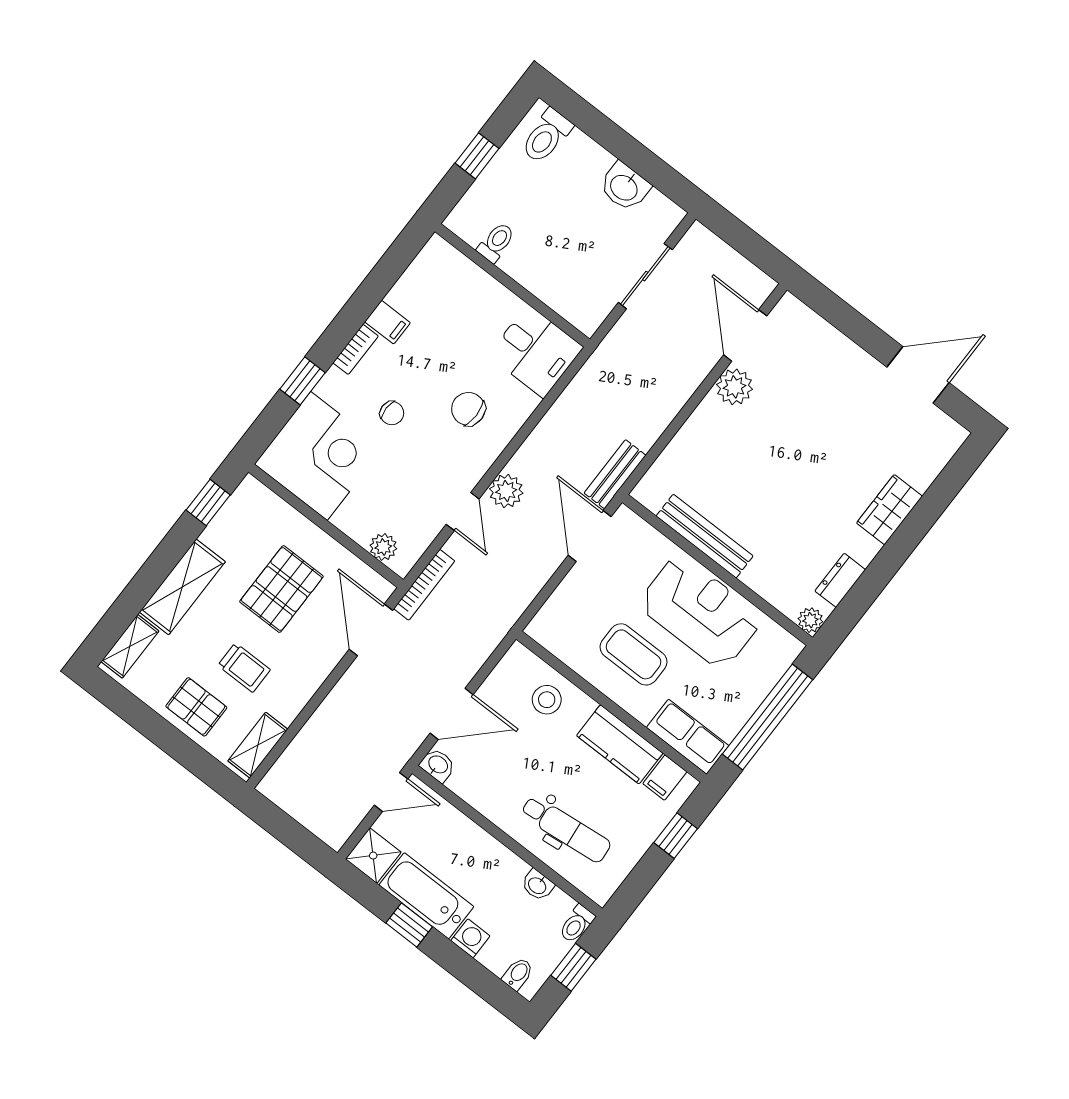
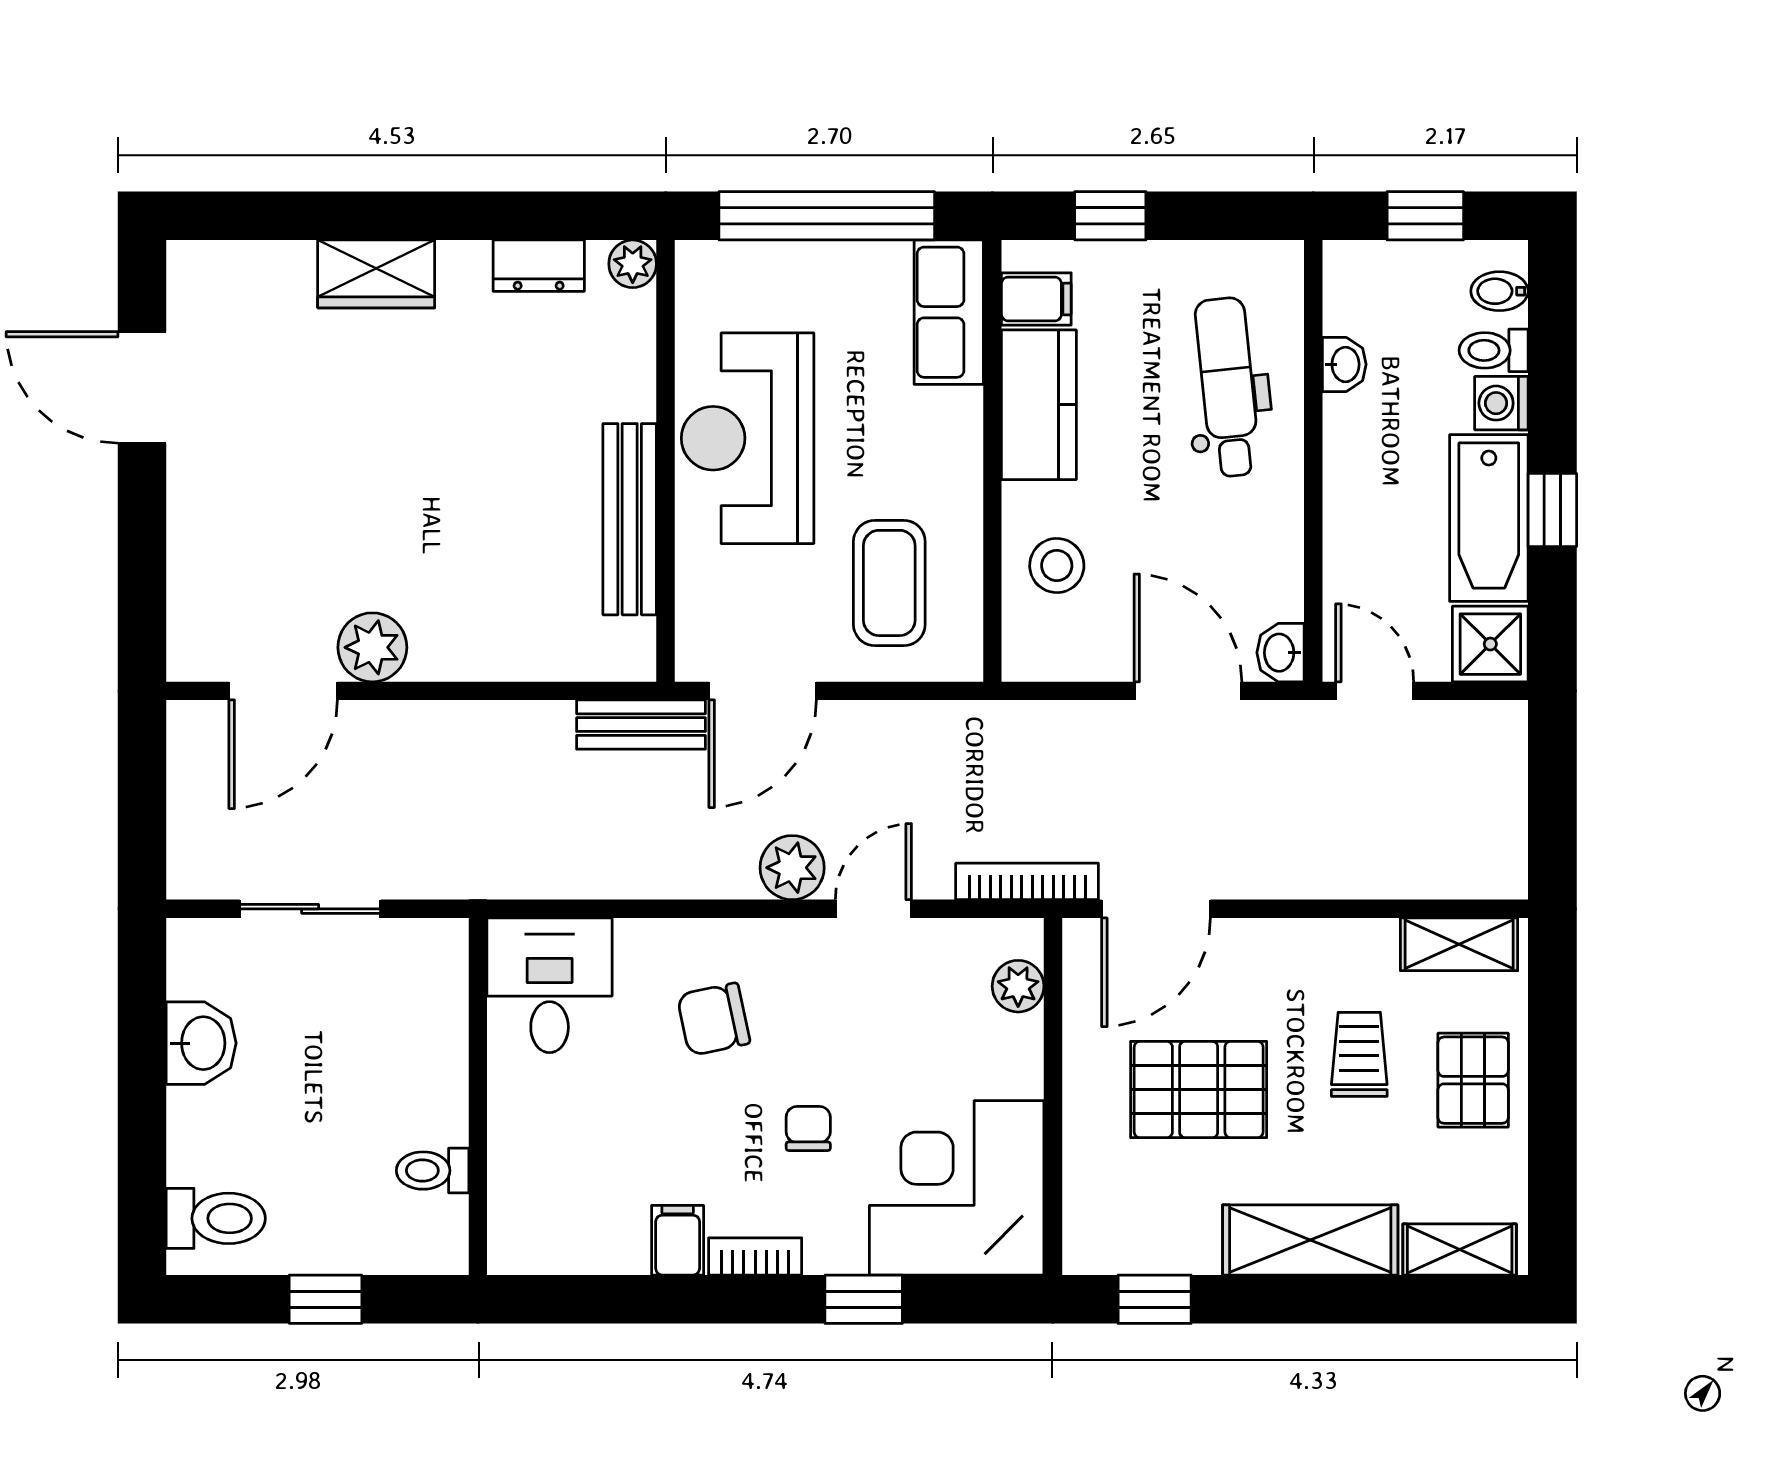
chair: (468, 409) -> (714, 1019), turned 78
coffee table: (633, 654) -> (889, 583), moved
toilet: (577, 924) -> (1494, 350), moved, turned 180

